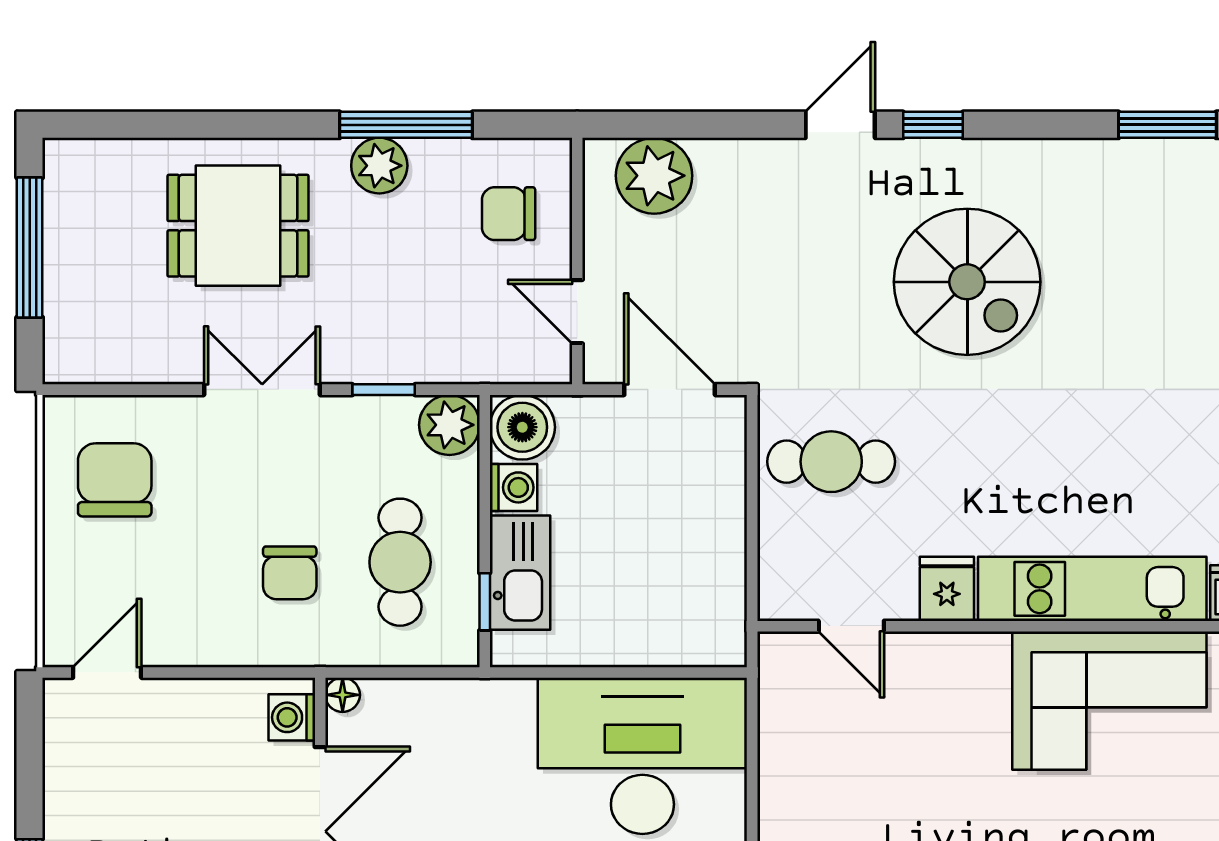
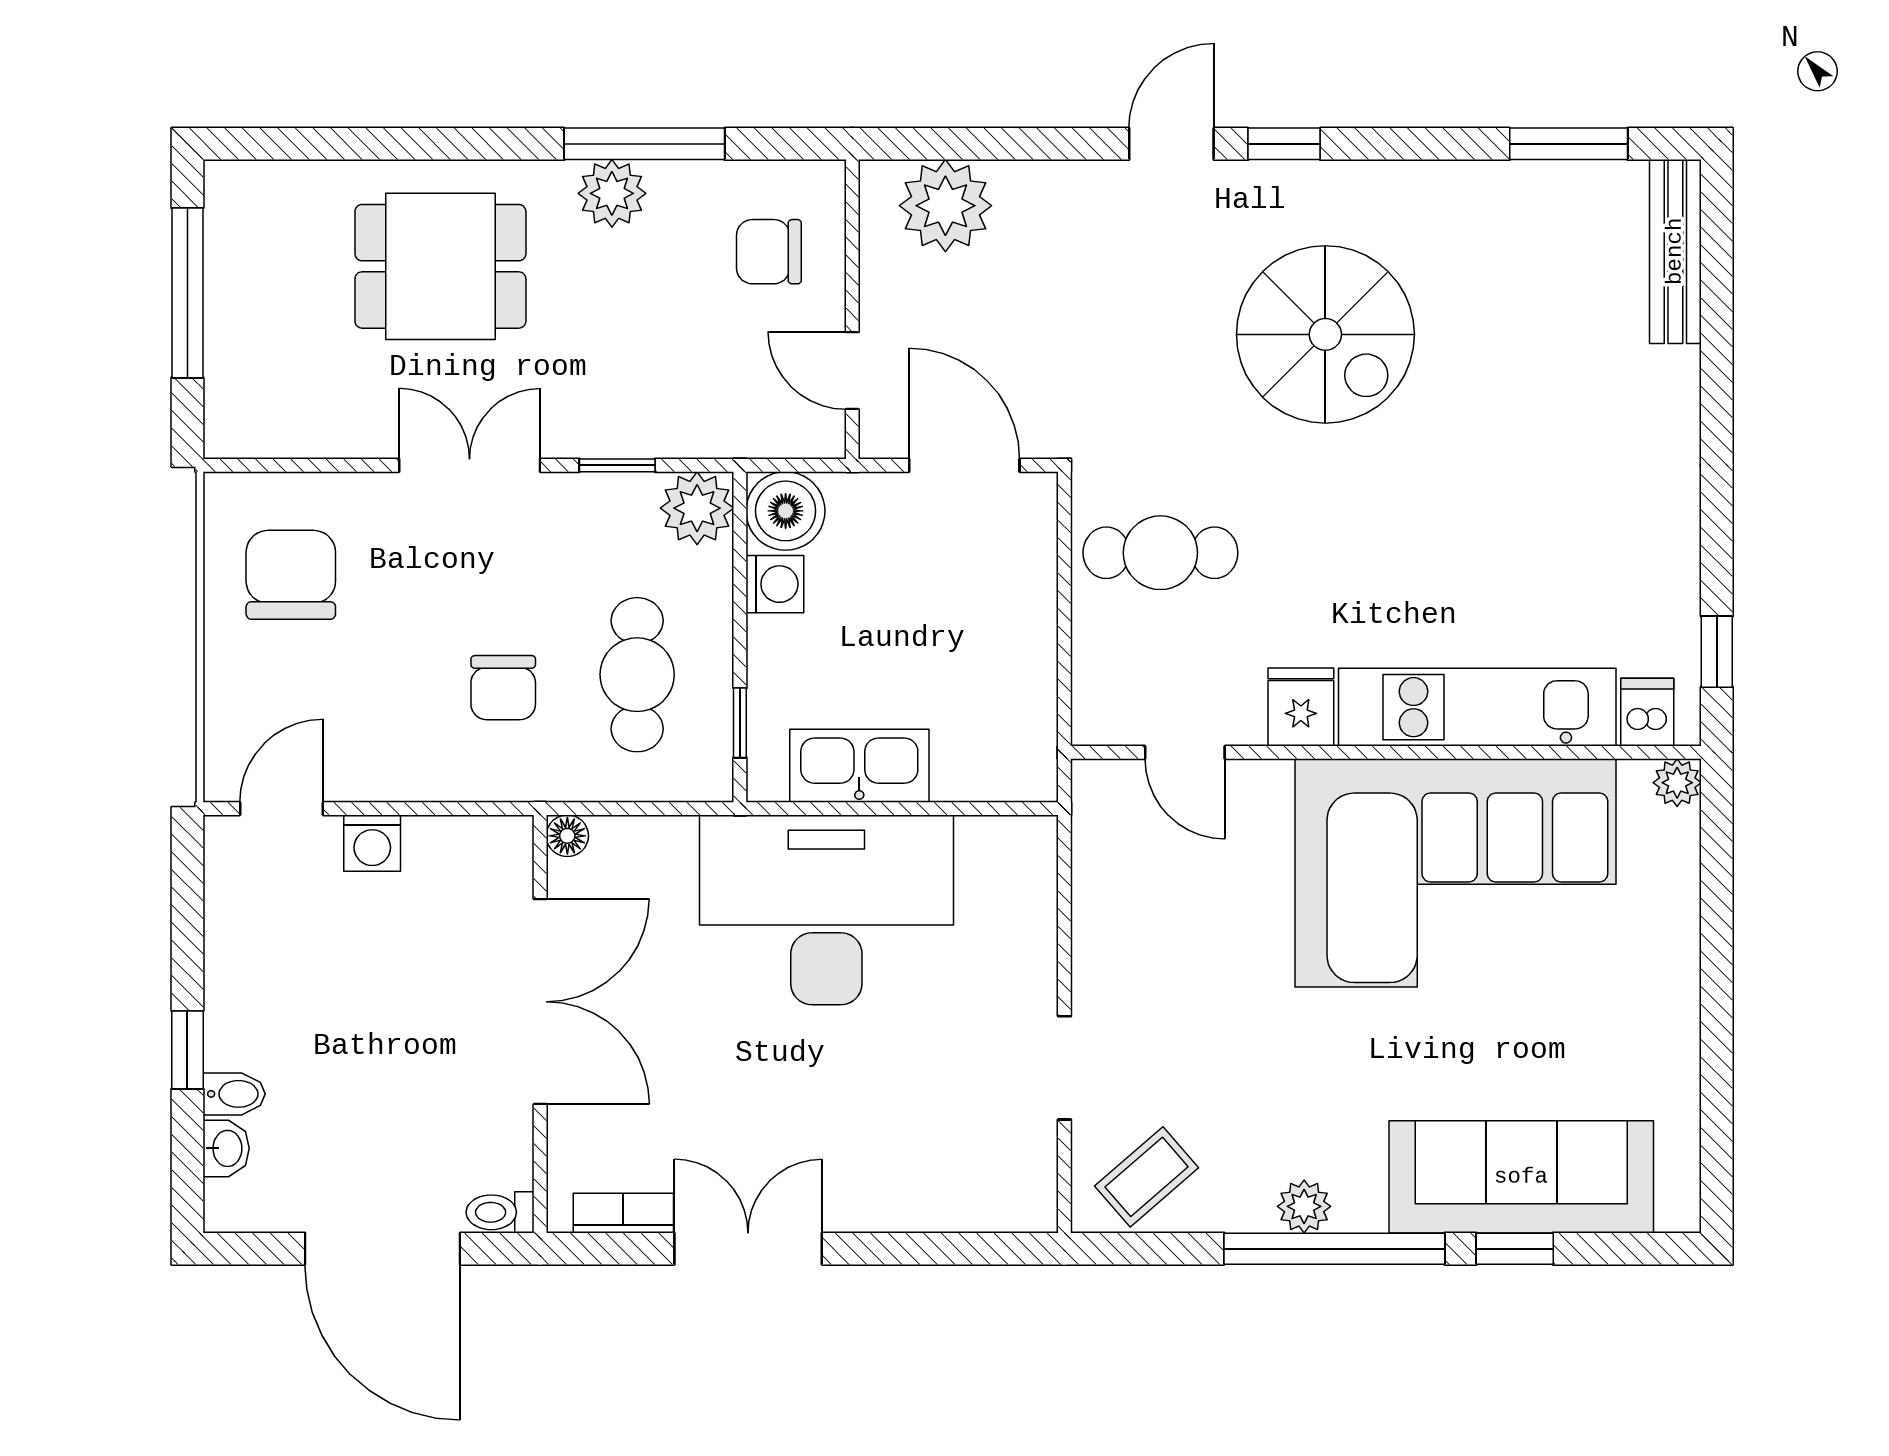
kitchen sink: (520, 573) -> (859, 766), moved, turned -90
corner sofa: (1109, 701) -> (1456, 873), width x1.36, depth x1.36
washing machine: (292, 717) -> (372, 843), moved, turned -90
desk: (642, 756) -> (826, 910), moved

